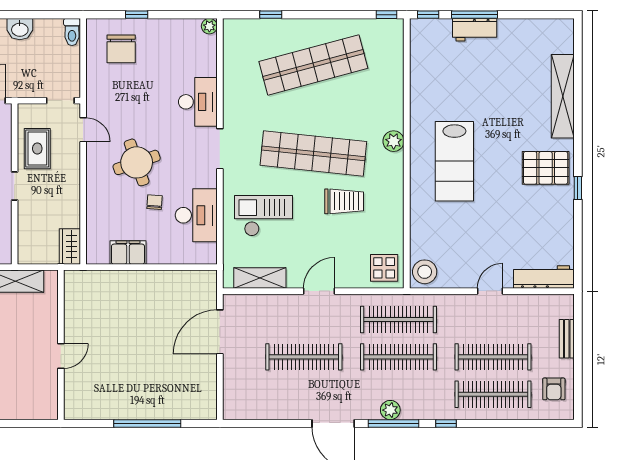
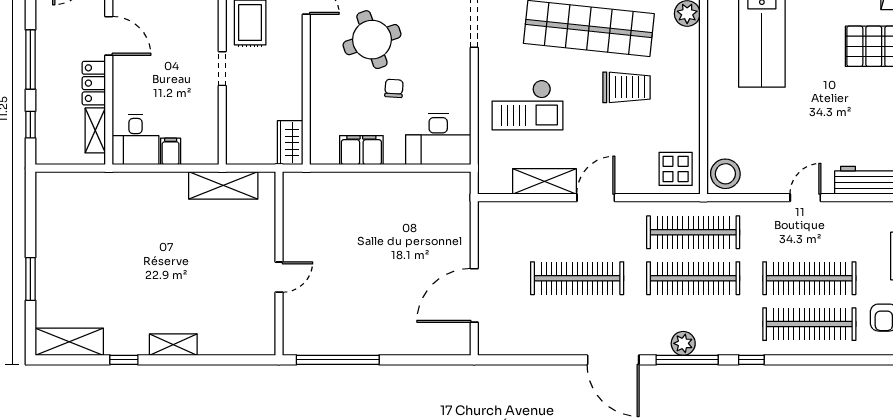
desk: (196, 215) -> (438, 139), moved, turned 90
checkout: (263, 216) -> (528, 105), turned 180
shelving: (260, 278) -> (544, 181), moved
door: (220, 332) -> (474, 295), moved
window: (147, 423) -> (338, 360), moved

